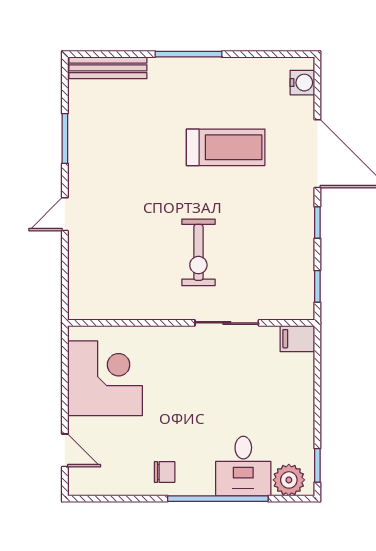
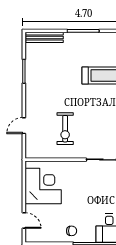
door: (65, 214) -> (24, 126), moved
exercise bike: (198, 252) -> (65, 129), moved

